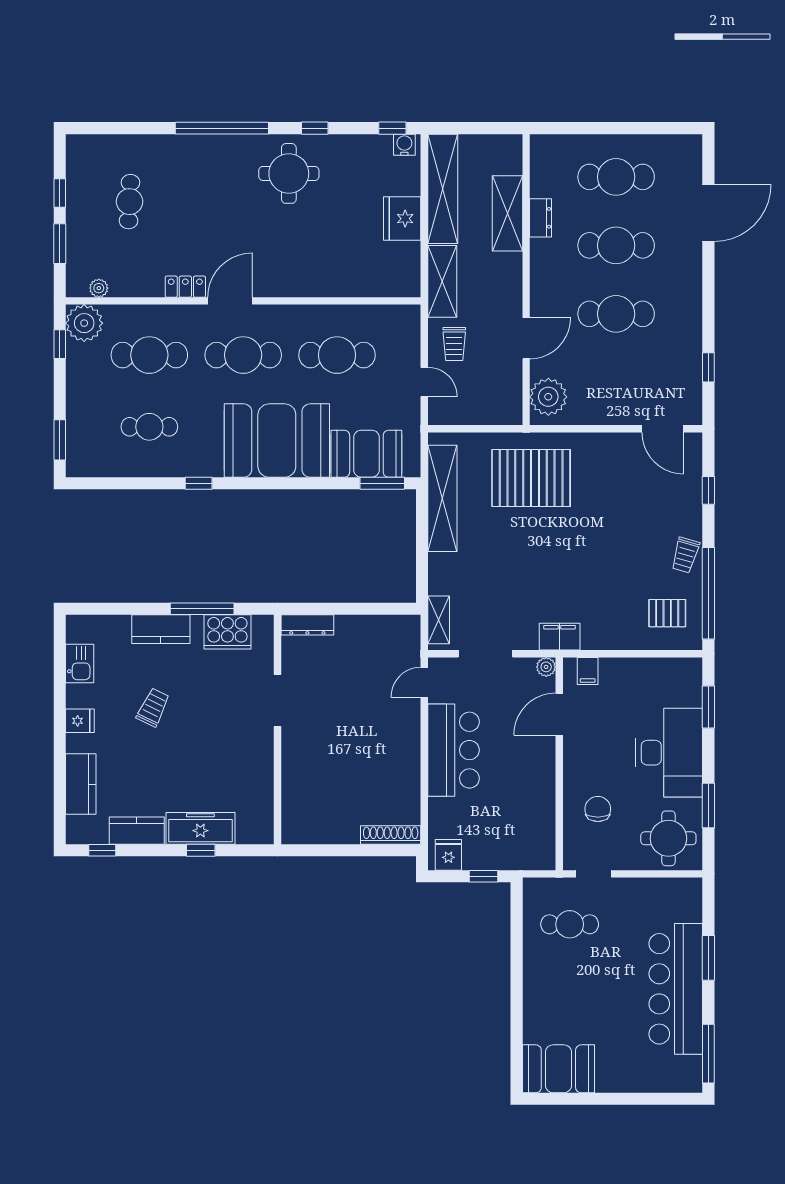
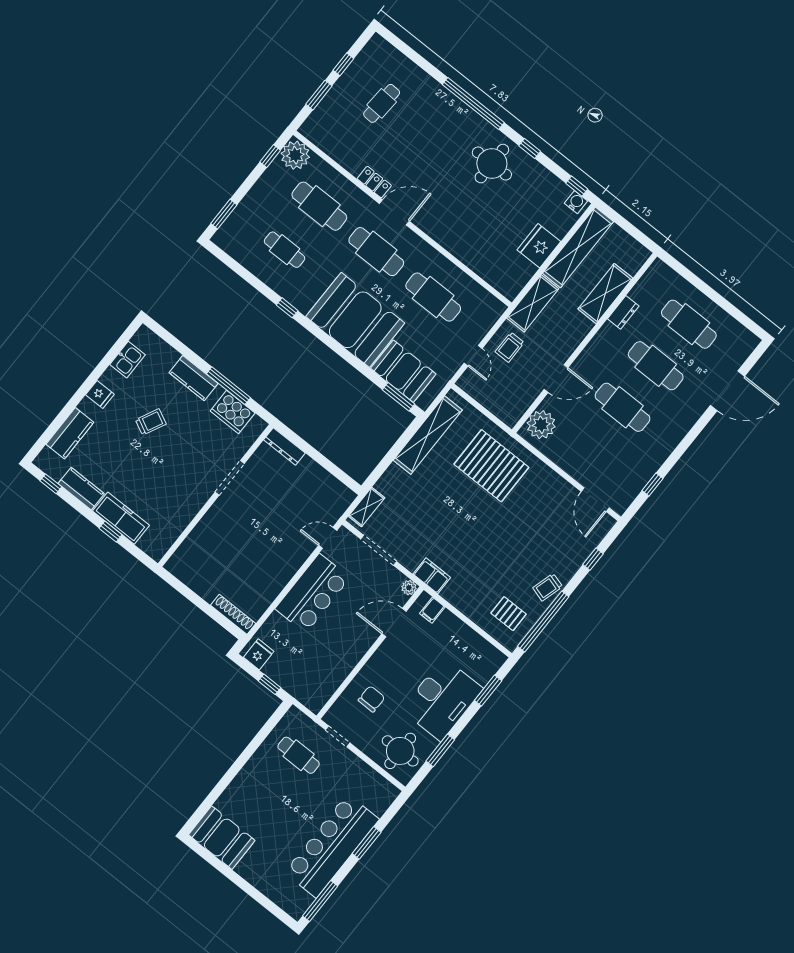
plant: (99, 288) -> (321, 141), removed

